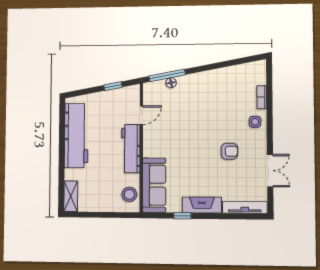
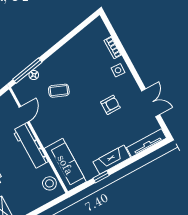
coffee table: (187, 111) -> (59, 91), added

